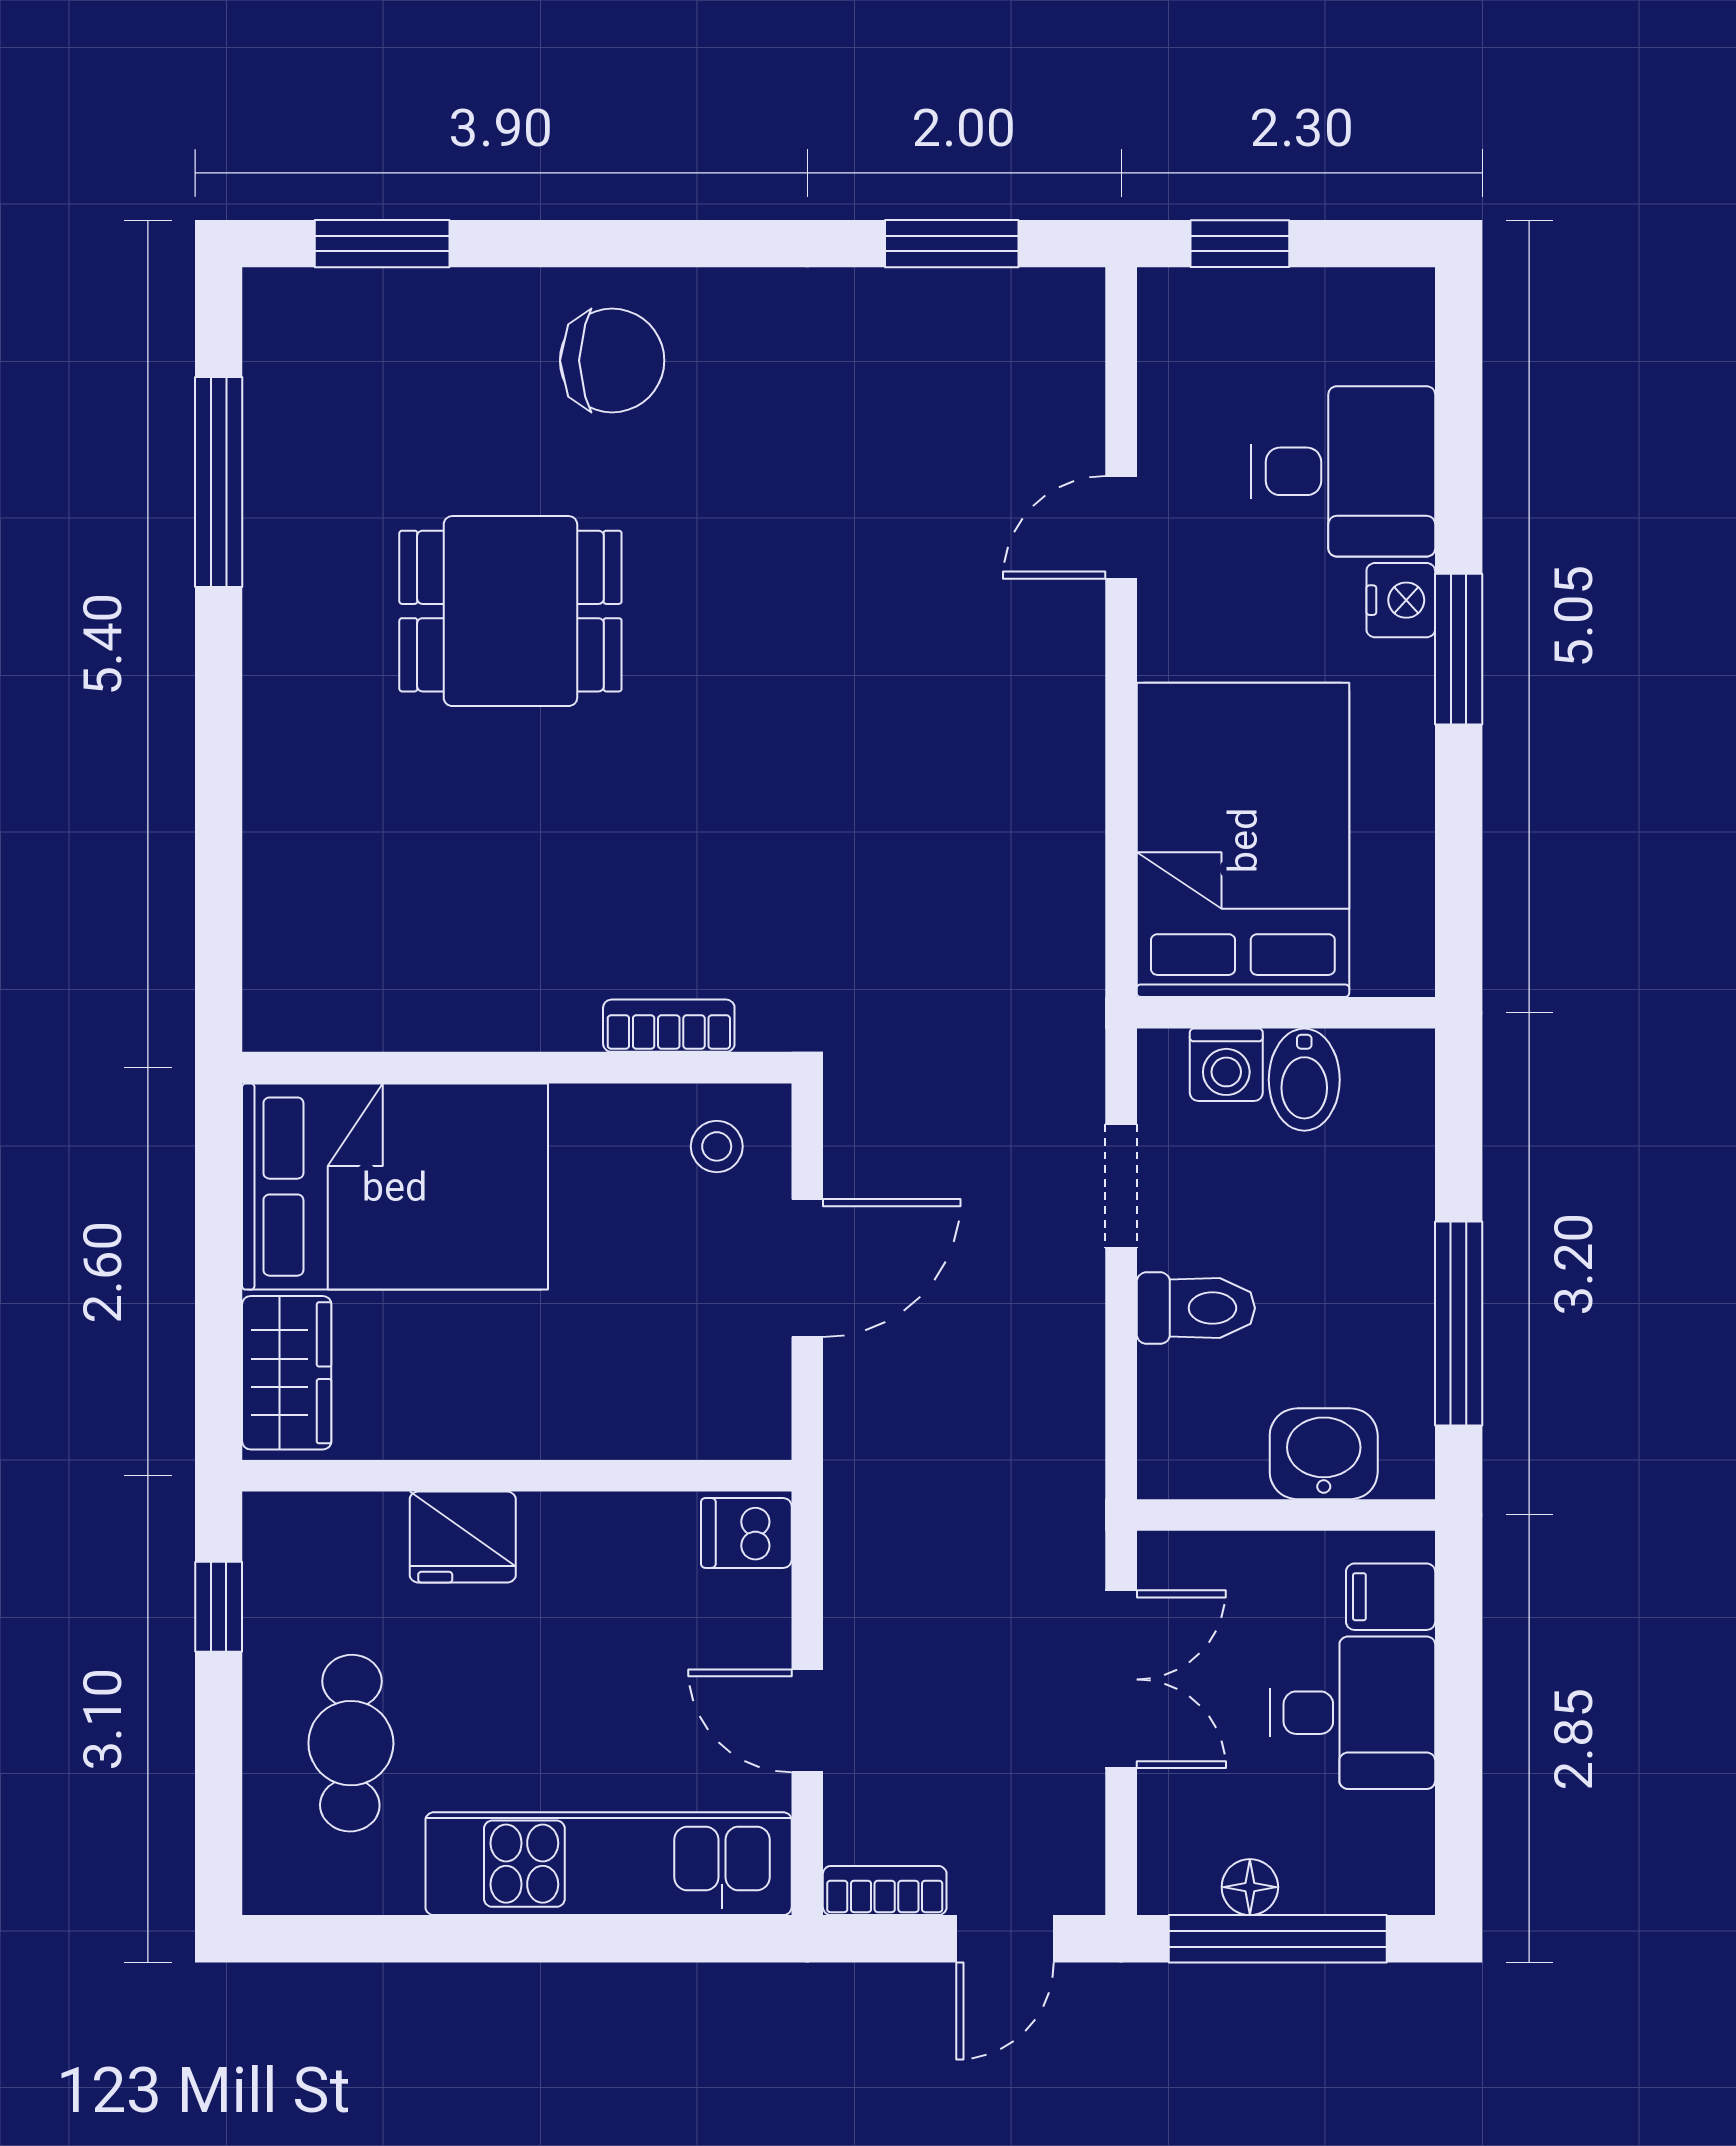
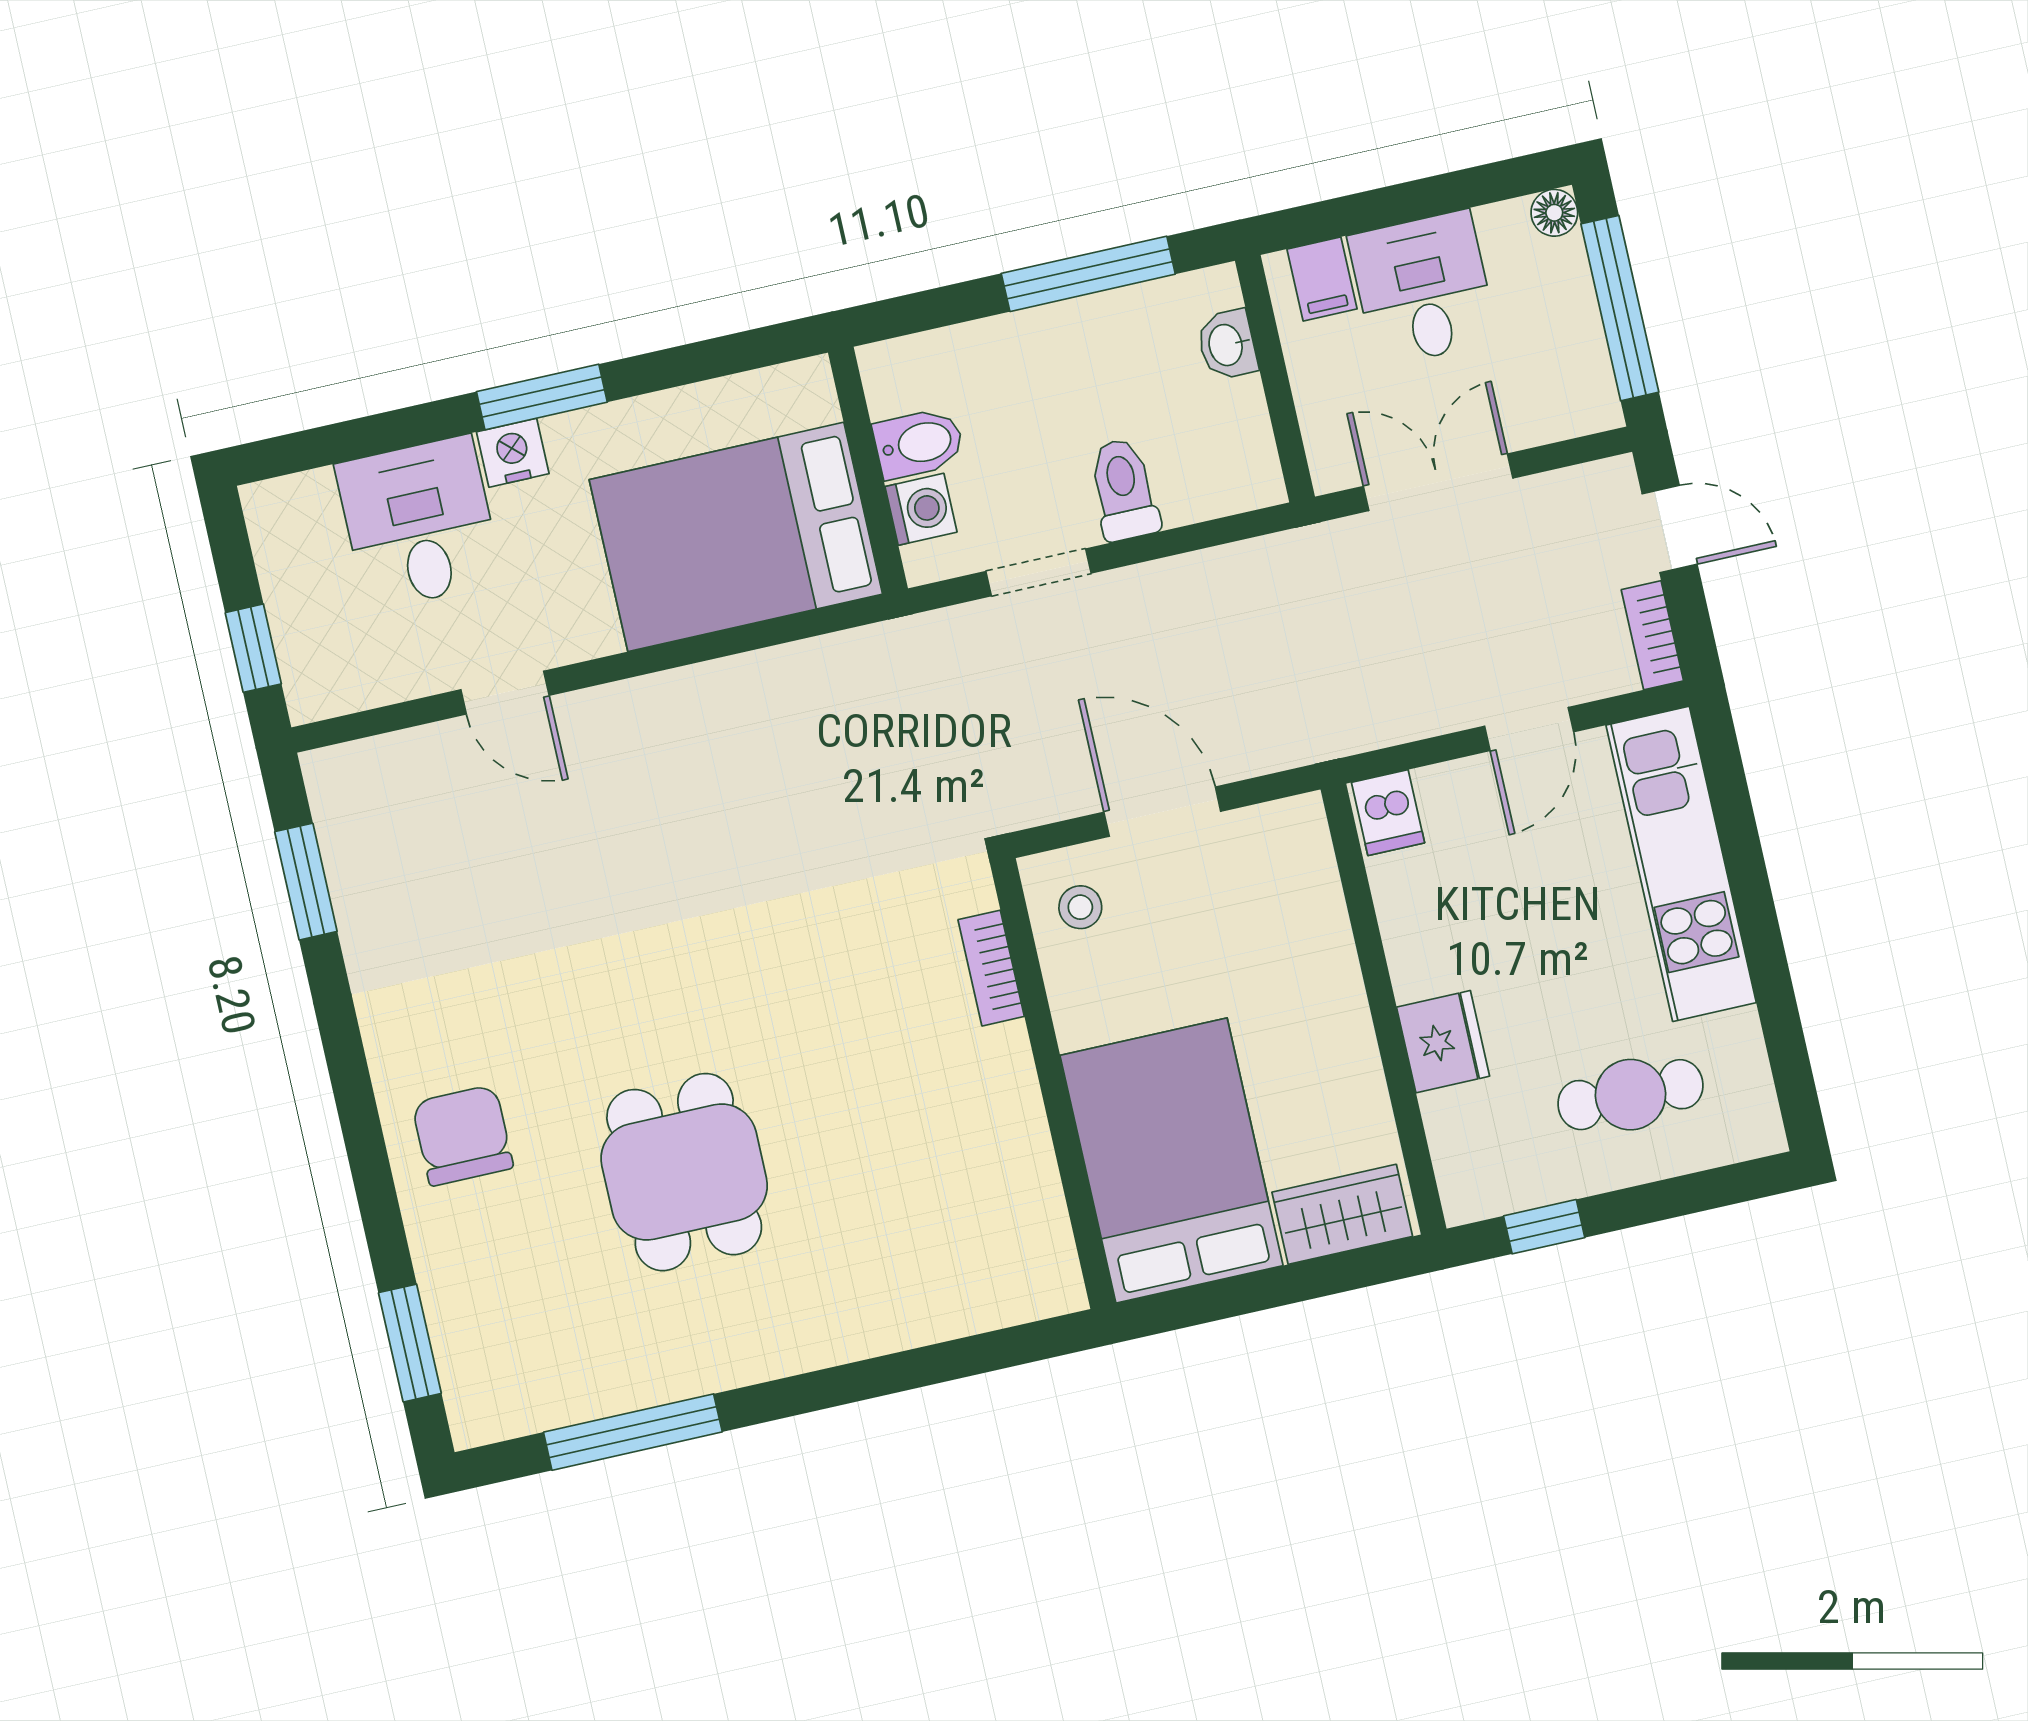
washbasin: (1324, 1454) -> (1227, 345), width x0.72, depth x0.69
floor lamp: (1250, 1887) -> (1554, 213), moved

